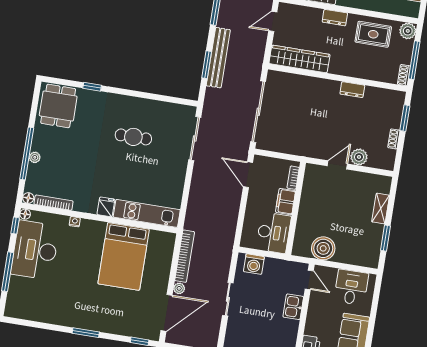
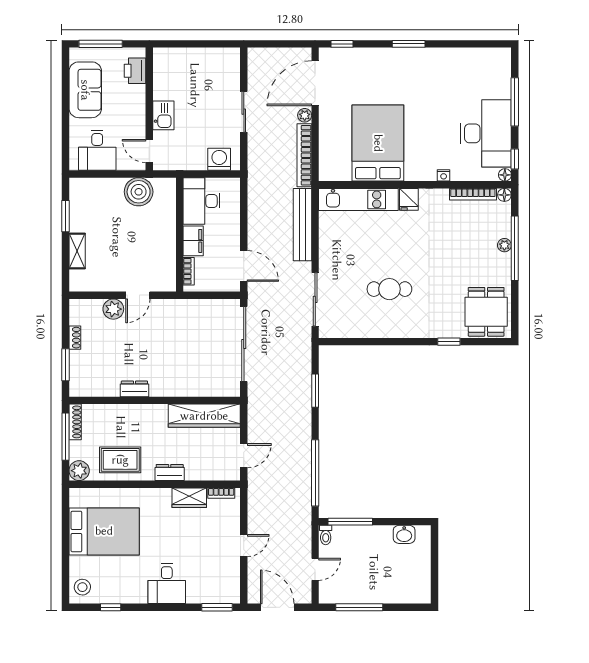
bench: (218, 58) -> (302, 225), moved
shoe rack: (404, 75) -> (75, 422), width x1.43

